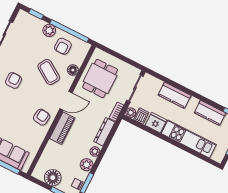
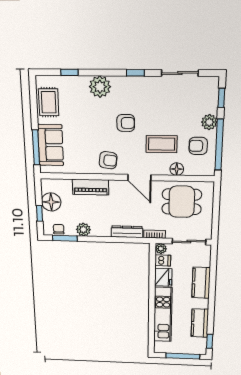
coffee table: (49, 72) -> (162, 144), turned 57
armchair: (13, 80) -> (126, 123), moved
piano: (62, 128) -> (91, 187), moved
plant: (95, 151) -> (101, 231), removed

